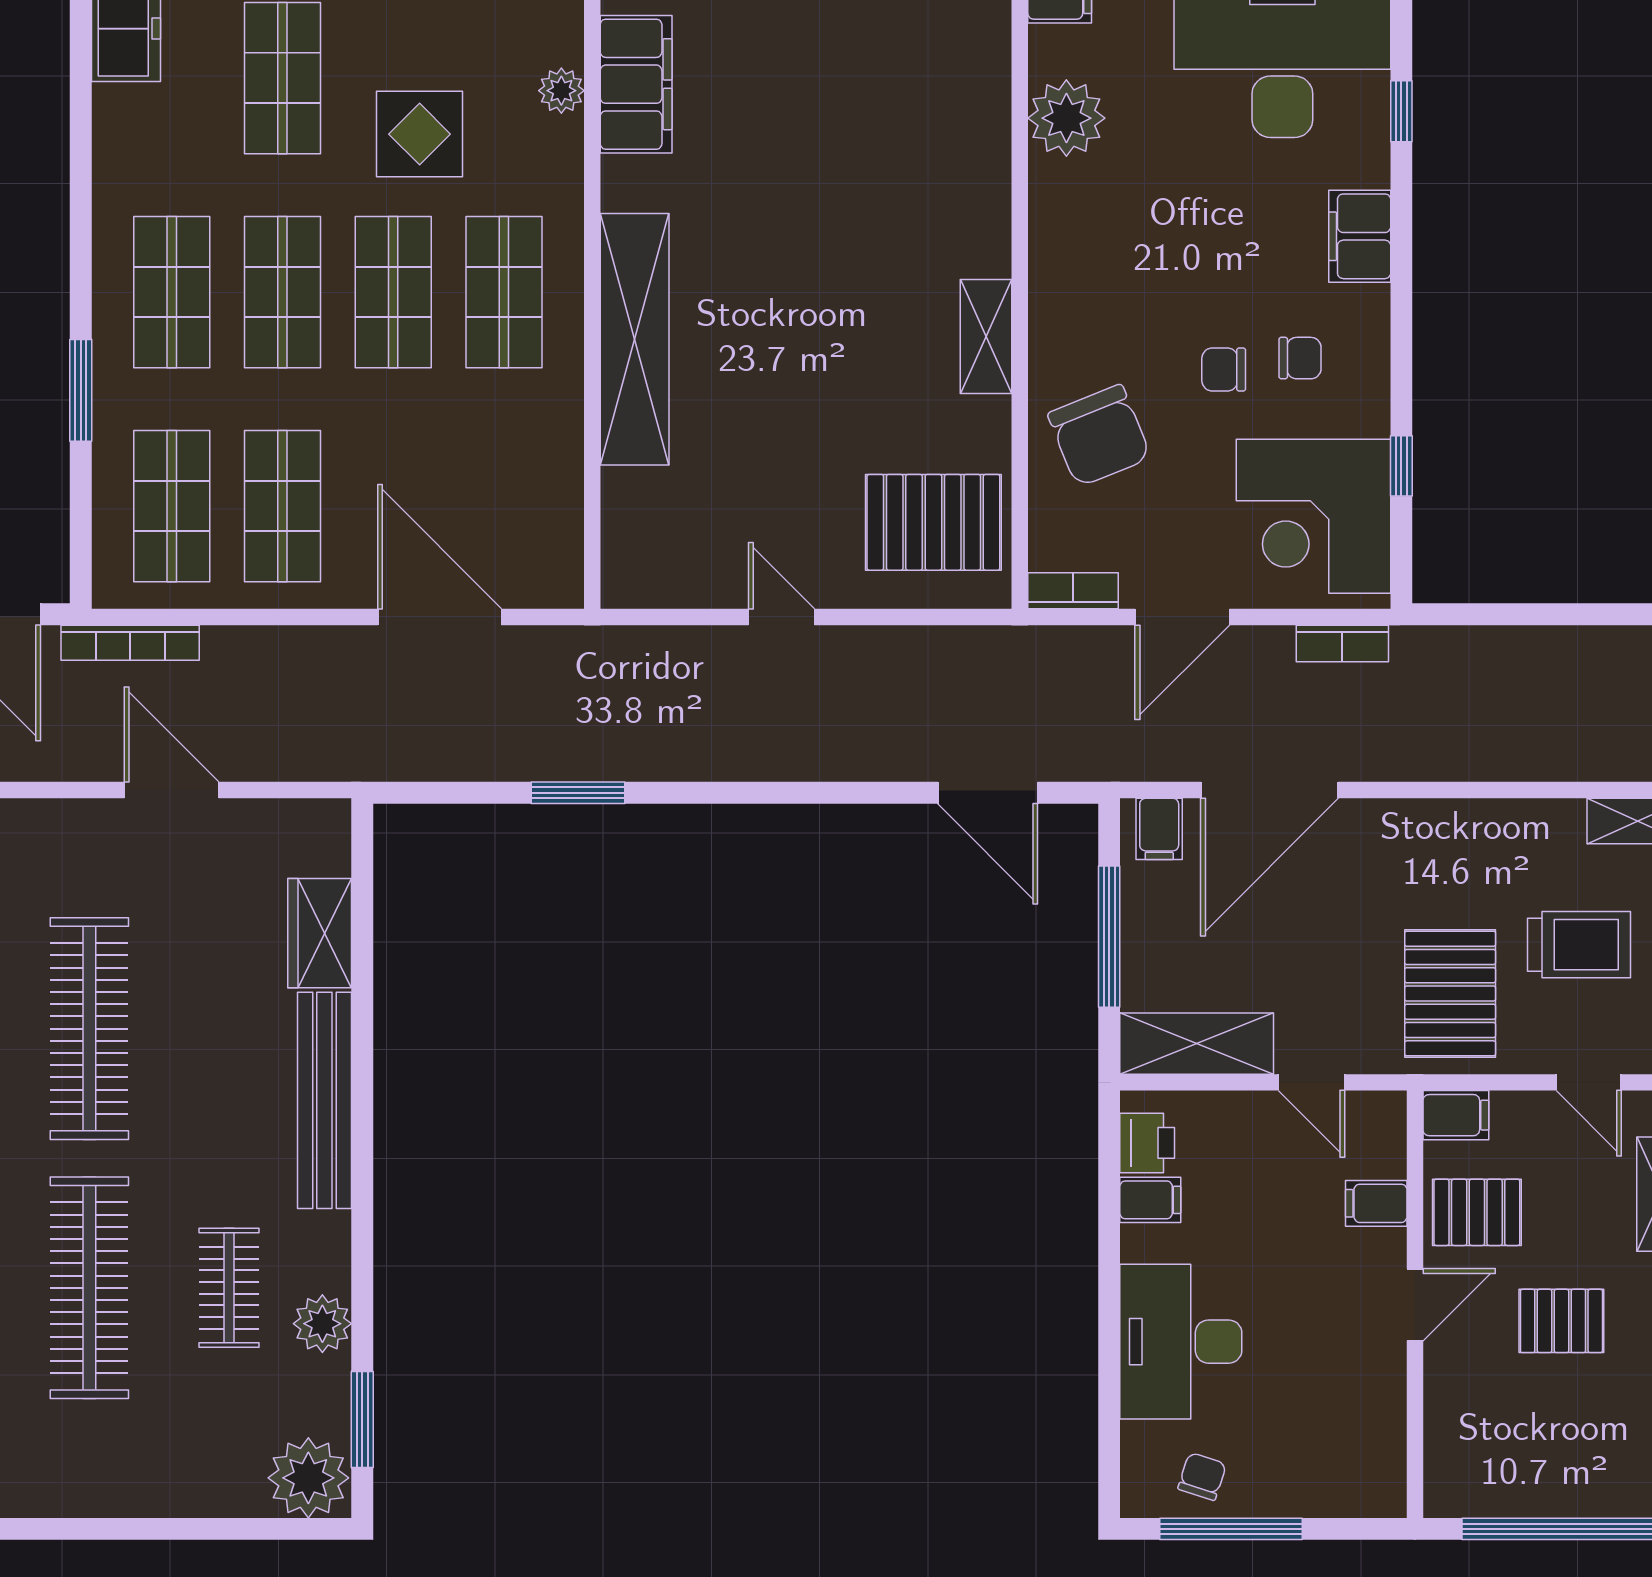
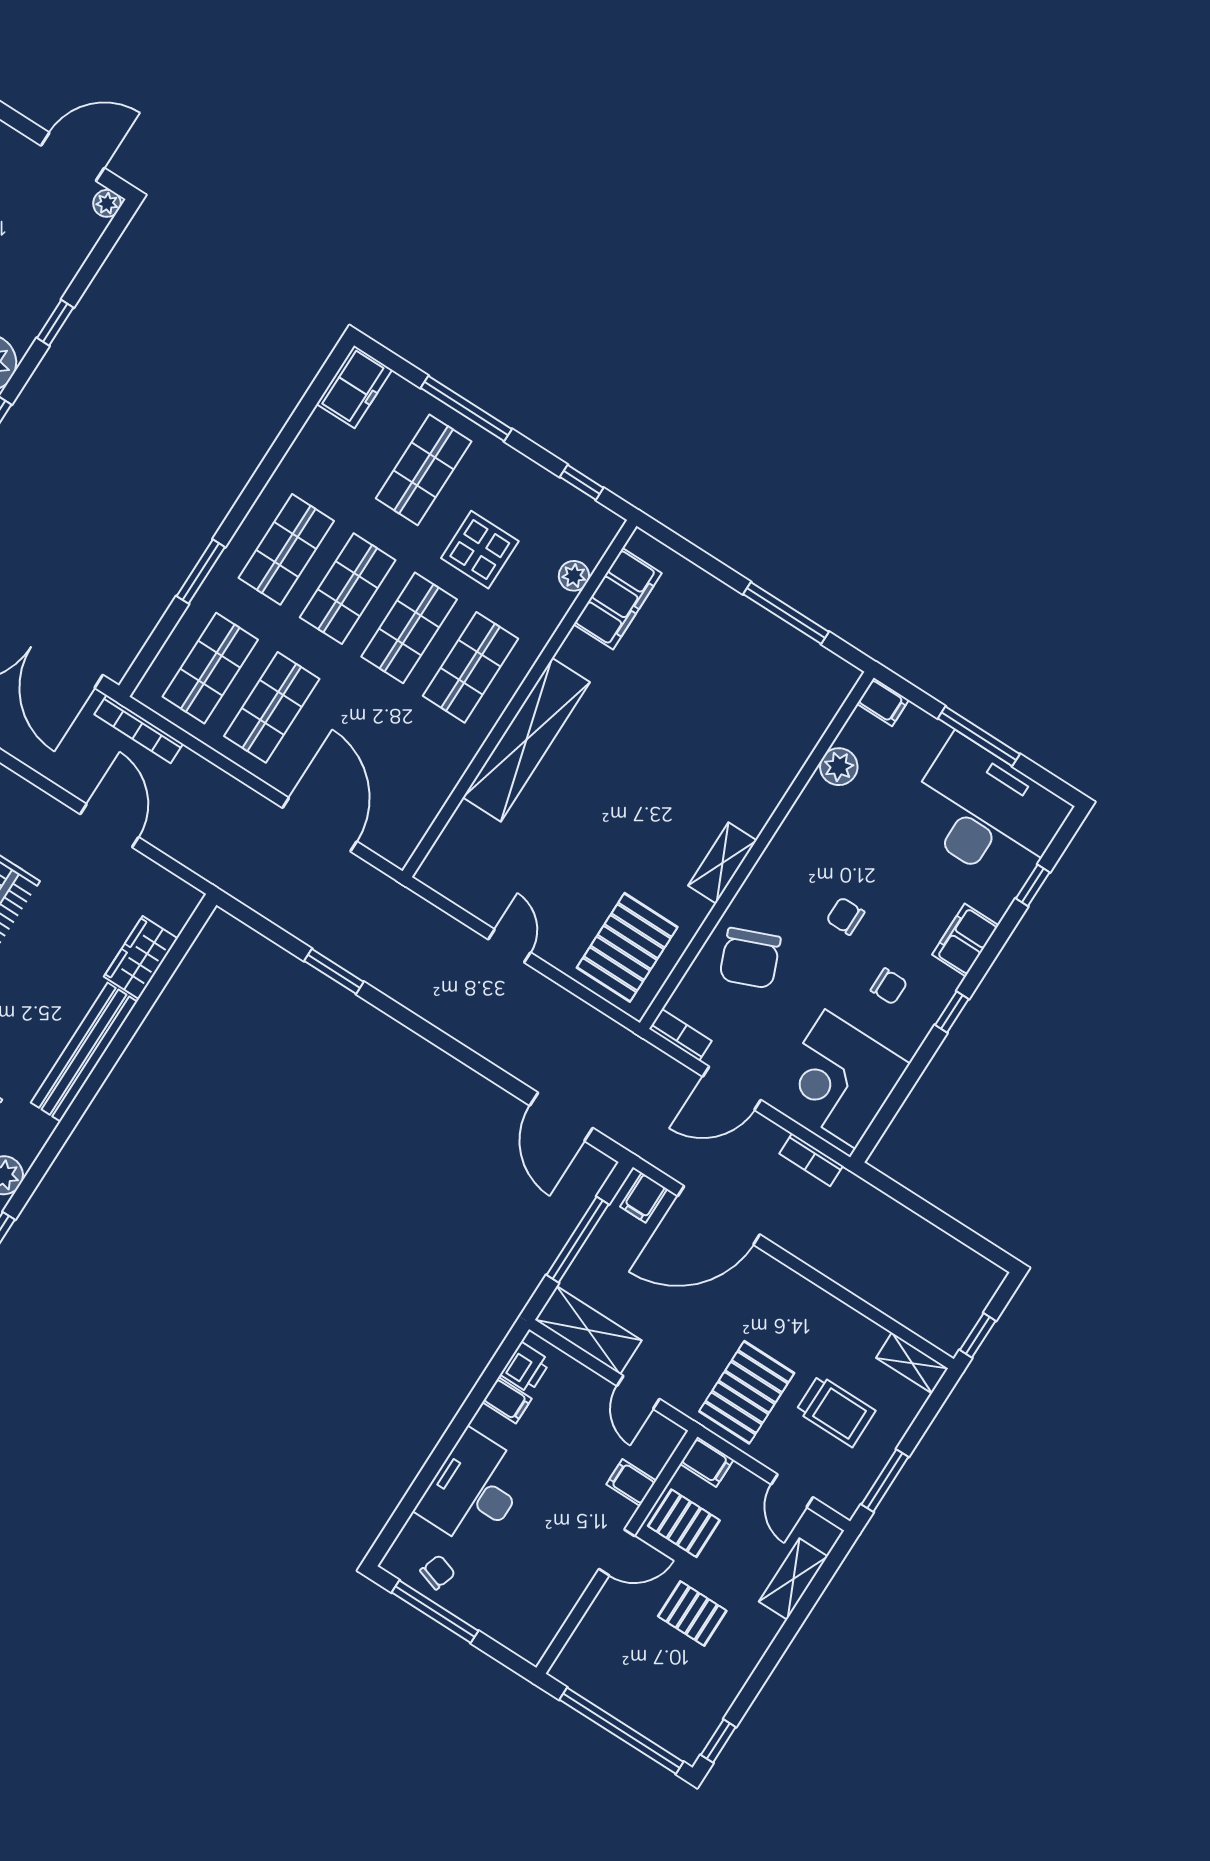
plant: (1066, 118) -> (839, 767), width x0.73, depth x0.73
chair: (1224, 369) -> (845, 916), moved
window: (1401, 466) -> (952, 1012), moved
pallet: (933, 522) -> (627, 947), turned 90

